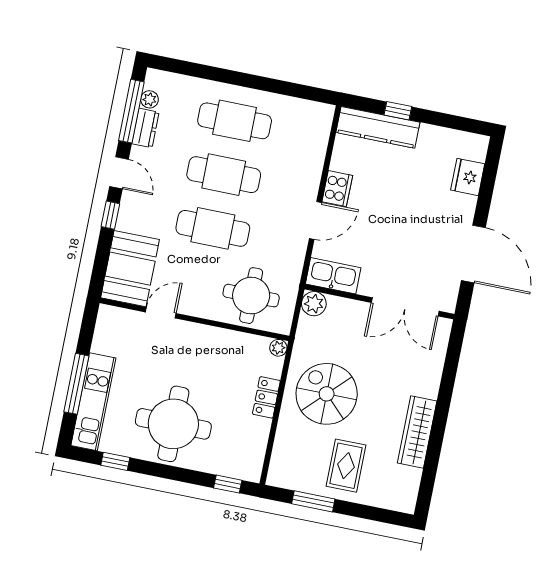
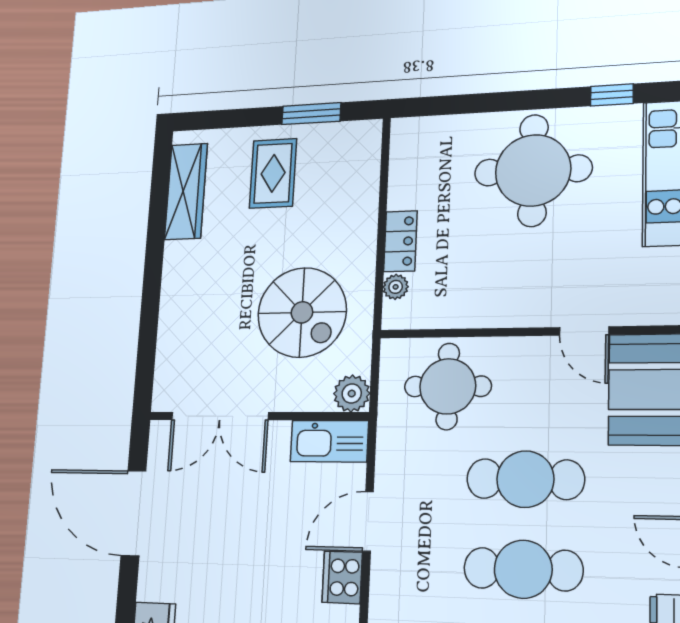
double door: (405, 307) -> (220, 416), swing flipped
door: (161, 313) -> (584, 331), hinge flipped
plant: (278, 348) -> (396, 287), moved
spiral stairs: (327, 394) -> (302, 312), moved
wardrobe: (417, 432) -> (186, 191), moved
window: (228, 484) -> (437, 106), removed

